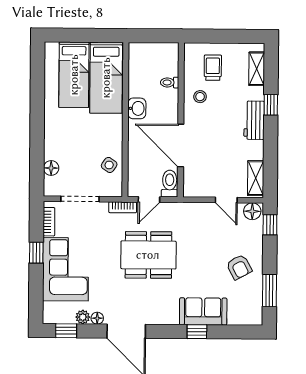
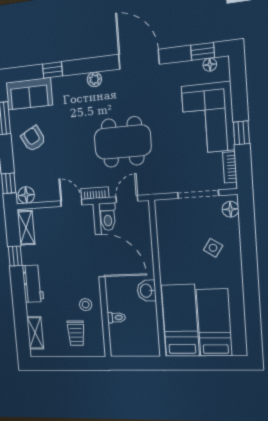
window: (271, 105) -> (15, 256), moved
side table: (109, 165) -> (213, 248), moved
floor lamp: (51, 168) -> (230, 209), moved
door: (226, 200) -> (71, 203), moved
bookcase: (123, 207) -> (95, 193), moved
sofa: (203, 311) -> (29, 94), moved
plant: (83, 317) -> (94, 79), moved
floor lamp: (97, 318) -> (210, 65), moved
window: (197, 332) -> (52, 70), moved

